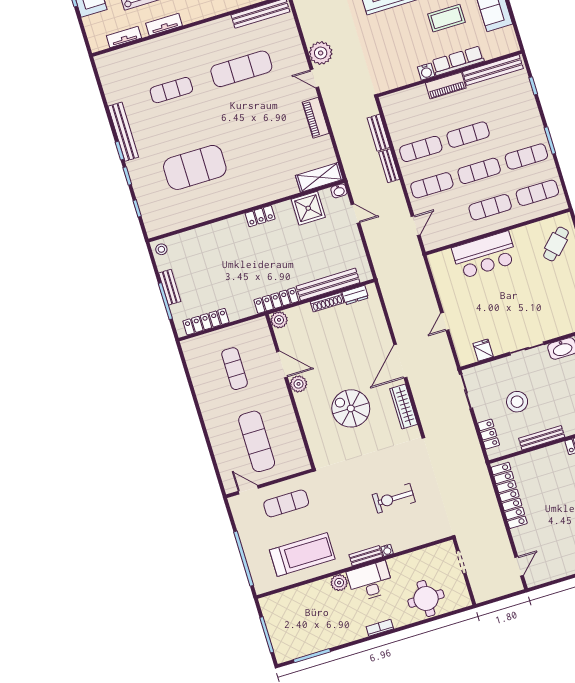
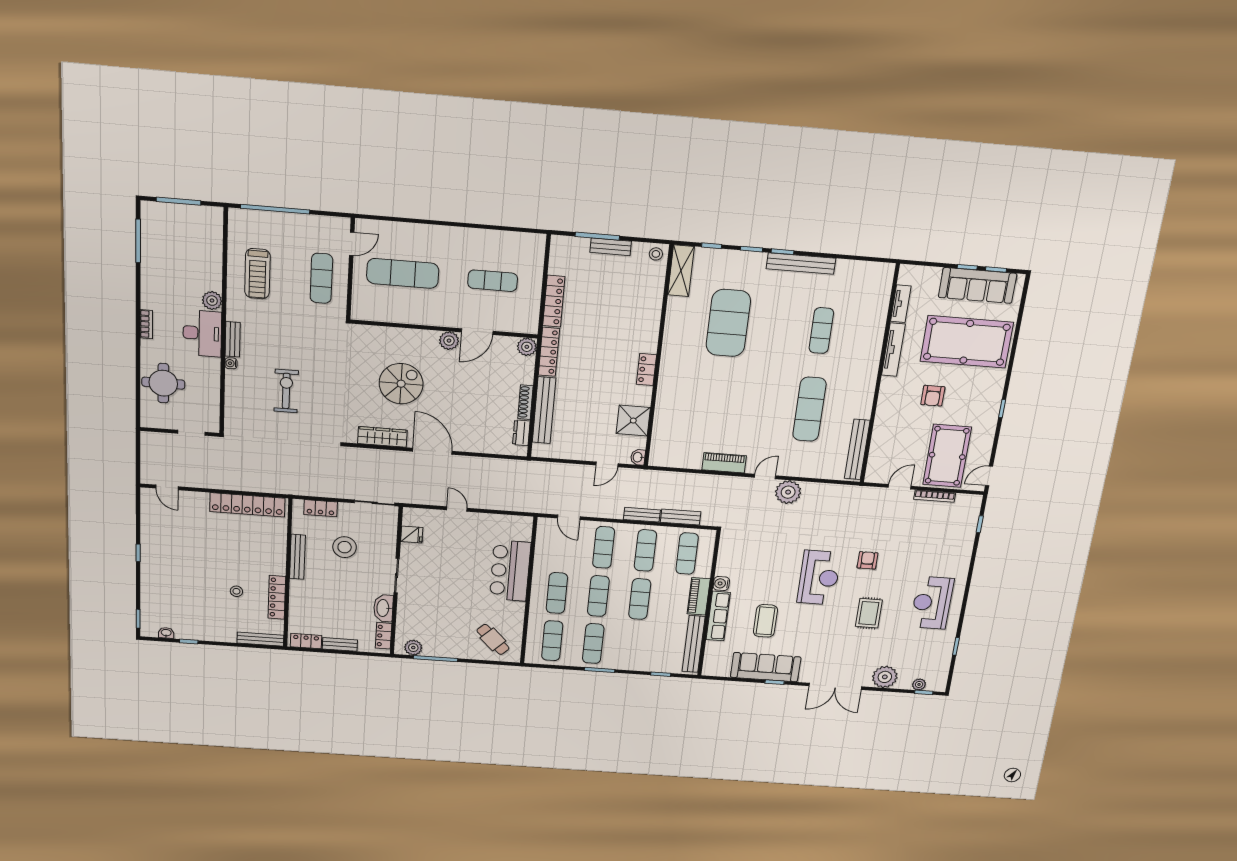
tv unit: (164, 24) -> (893, 350), width x1.41
exercise mat: (410, 113) -> (687, 554), added
shelving: (319, 177) -> (681, 271), moved
locker: (206, 322) -> (554, 301), moved
treadmill: (302, 555) -> (257, 274), width x0.73, depth x0.73

